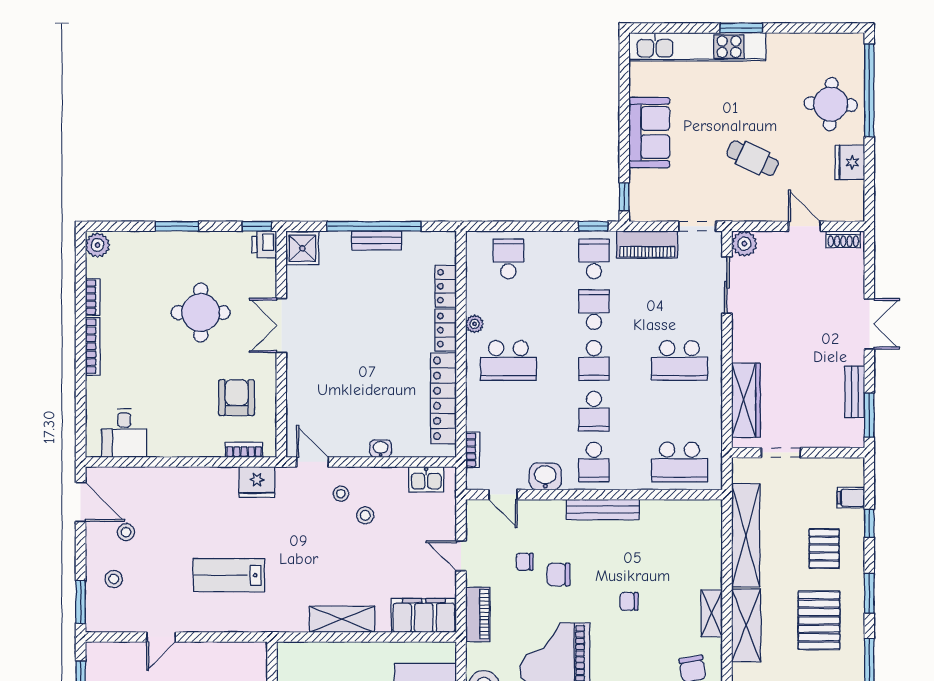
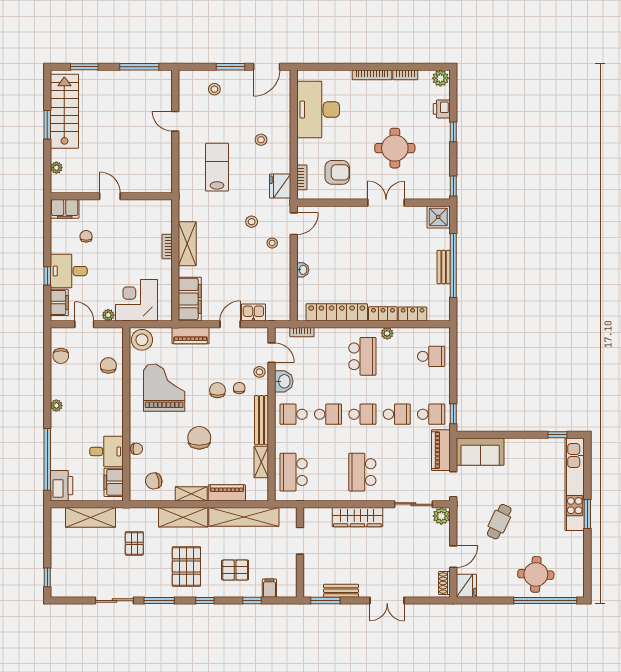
sofa: (649, 133) -> (480, 452), moved
fridge: (850, 162) -> (466, 586), moved, turned 90
window: (624, 197) -> (558, 435), moved
window: (177, 226) -> (453, 132), width x0.67
printer: (264, 245) -> (442, 109), moved, turned -90
school desk: (508, 360) -> (362, 356), turned 180
school desk: (594, 360) -> (362, 414), turned 180
wardrobe: (746, 400) -> (357, 517), moved
school desk: (594, 411) -> (328, 414), turned 180
desk: (124, 433) -> (318, 110), width x1.87, depth x1.30
kitchen sink: (426, 479) -> (253, 312), moved, turned 90
door: (503, 495) -> (272, 353), swing flipped
shelving: (664, 510) -> (261, 462), added
stool: (531, 512) -> (259, 372), added
stool: (365, 515) -> (252, 222), moved
stool: (126, 532) -> (261, 140), moved
piano: (710, 561) -> (227, 493), added
chair: (525, 562) -> (239, 388), moved
window: (869, 593) -> (205, 601), width x0.67
chair: (629, 601) -> (199, 438), width x1.87, depth x1.87
window: (81, 602) -> (230, 67), moved
pallet: (819, 620) -> (186, 566), turned 90
bookcase: (346, 649) -> (167, 246), added

